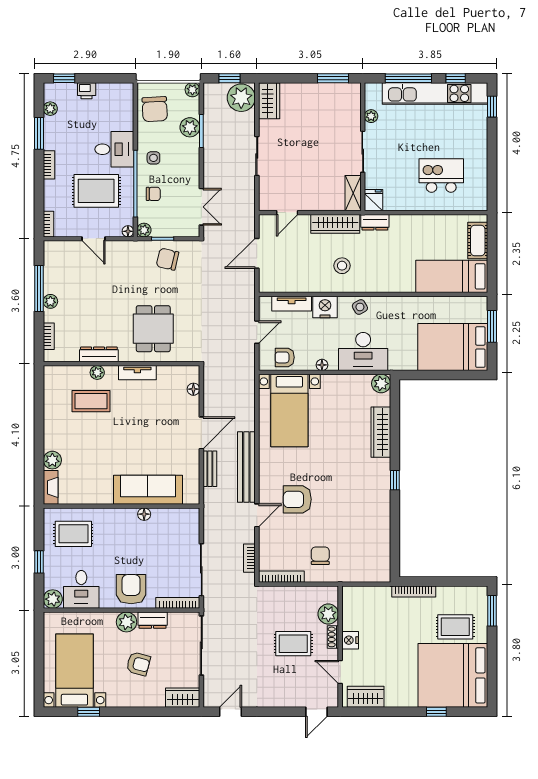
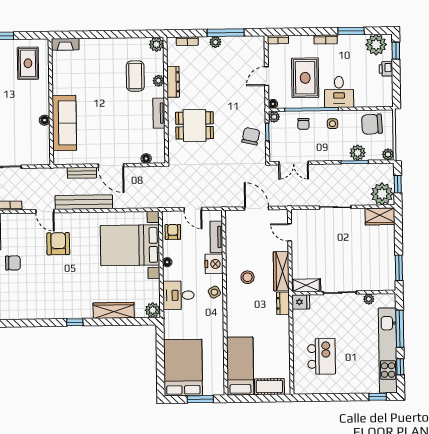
plant: (50, 109) -> (376, 45), width x1.87, depth x1.87
desk: (363, 351) -> (178, 295), width x0.73
bed with nightstands: (289, 411) -> (130, 245), width x1.36
plant: (52, 460) -> (156, 44), moved

